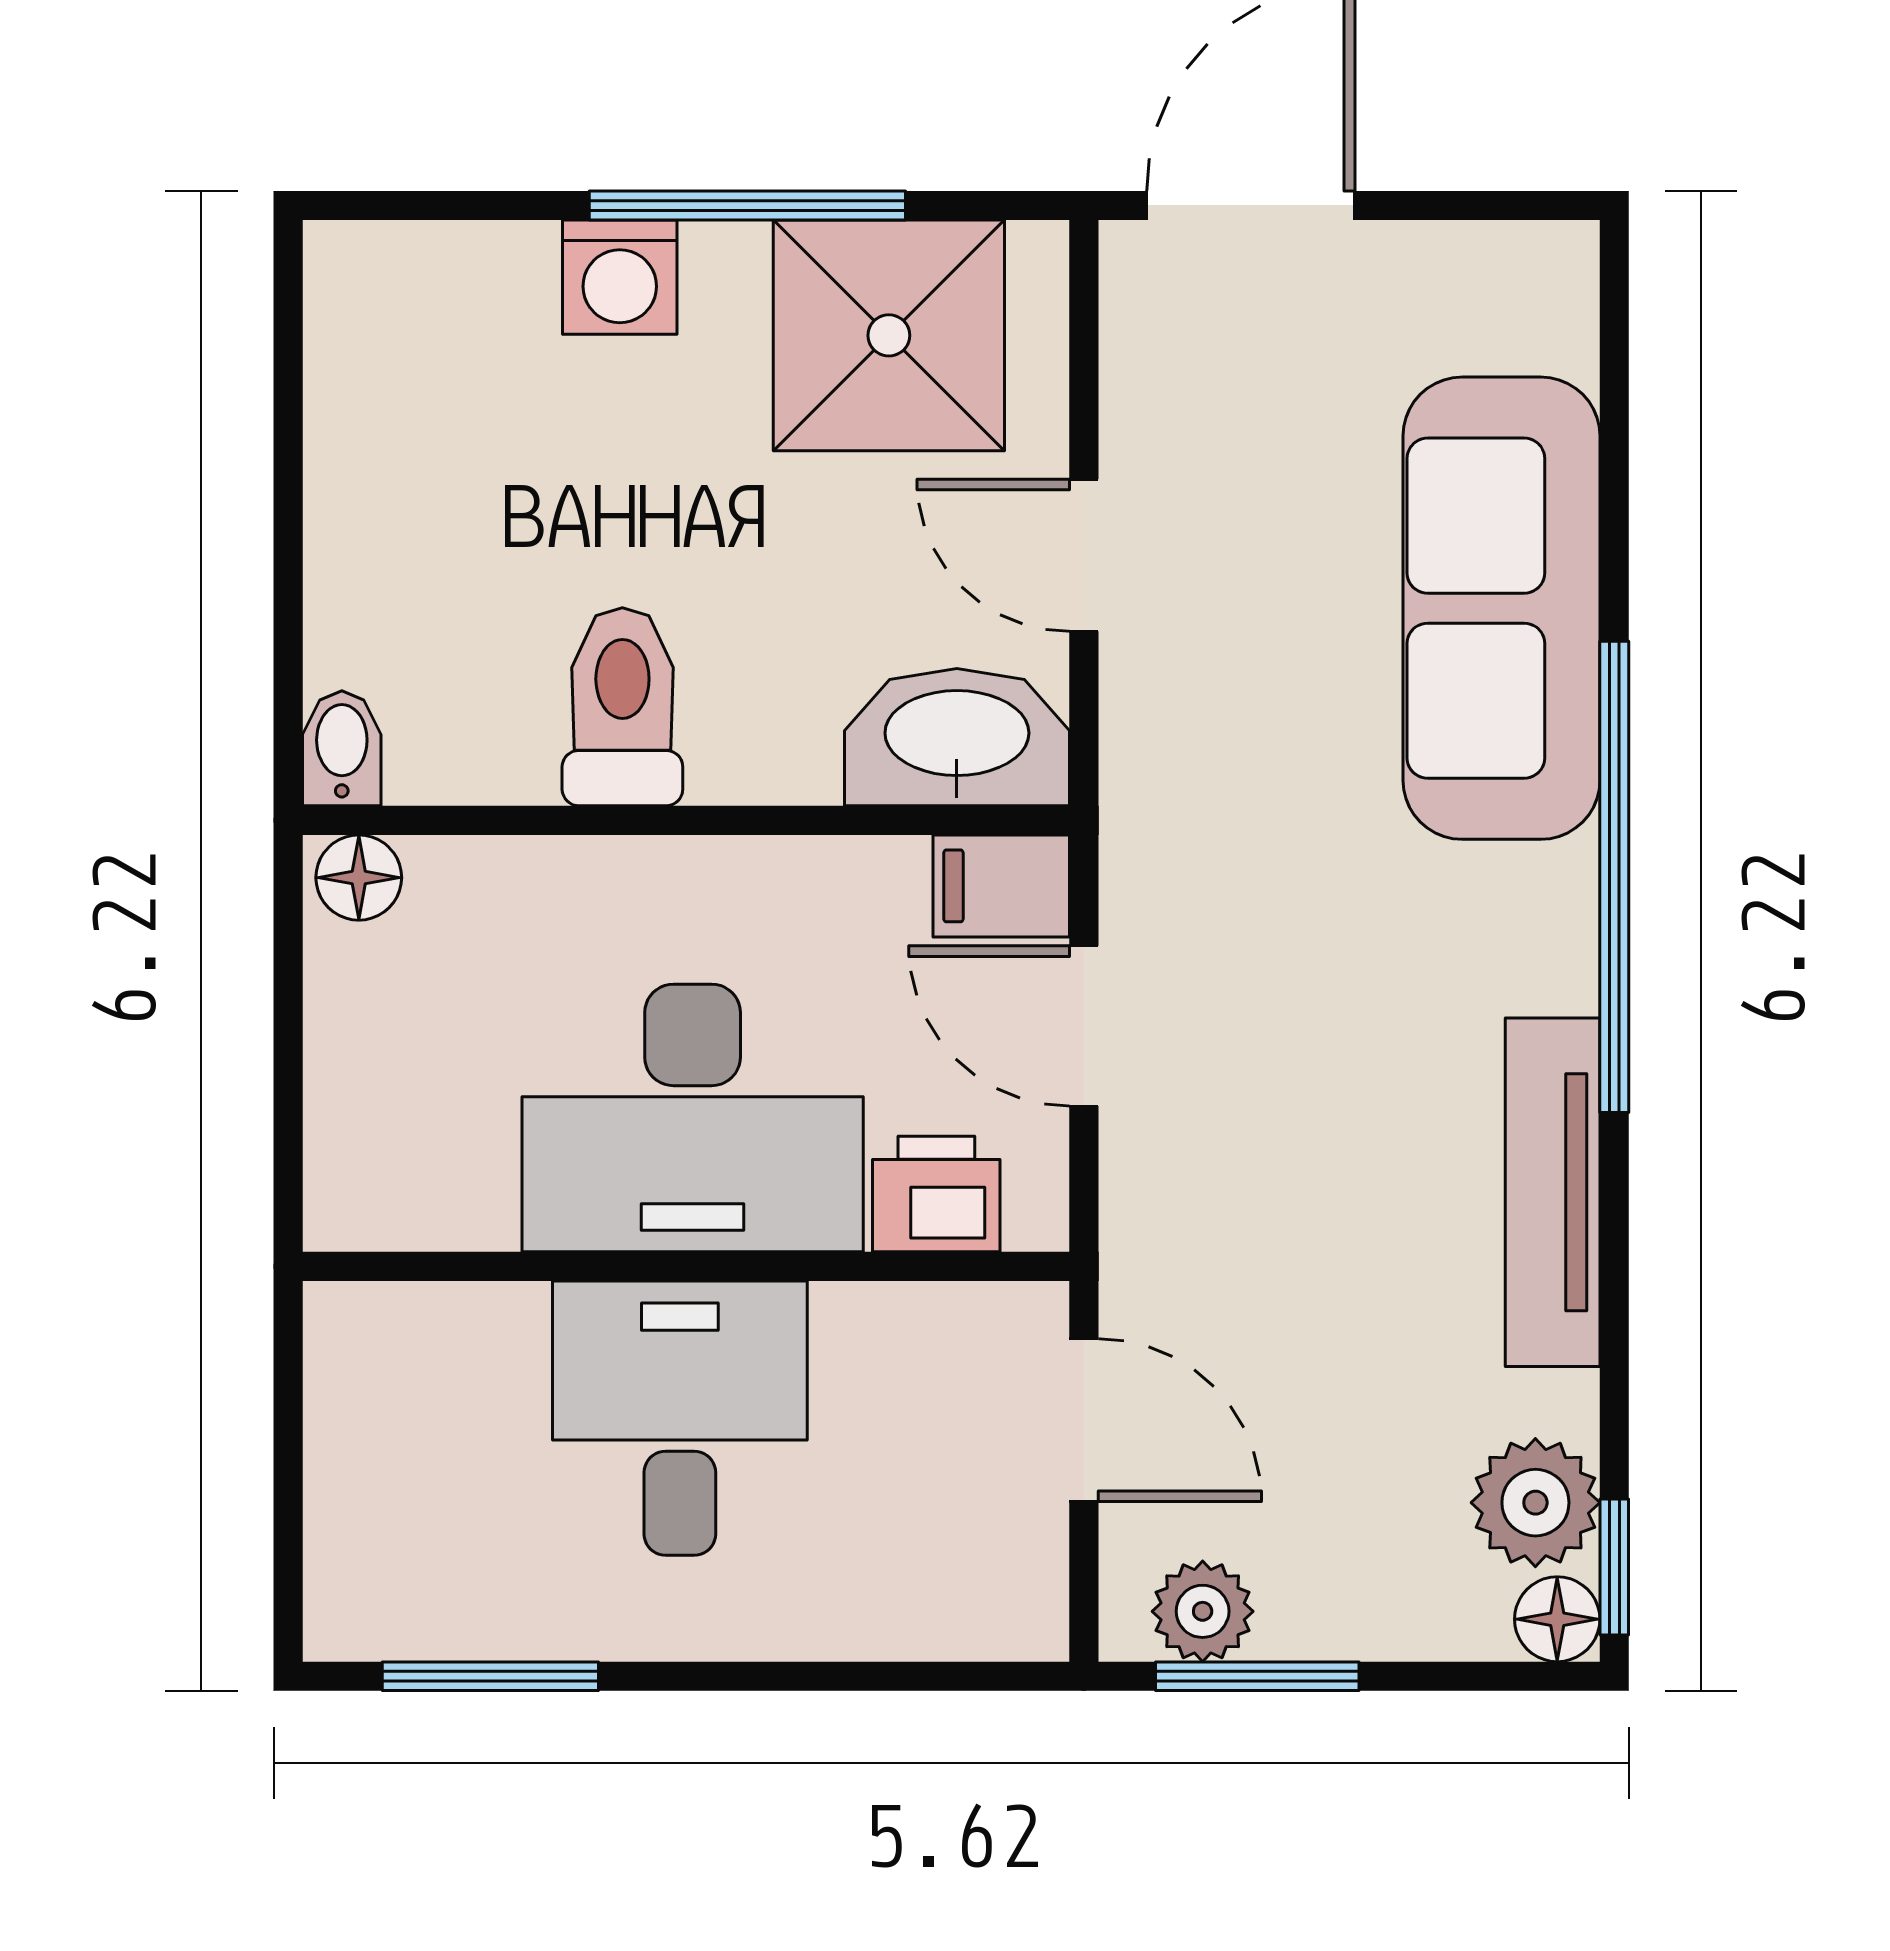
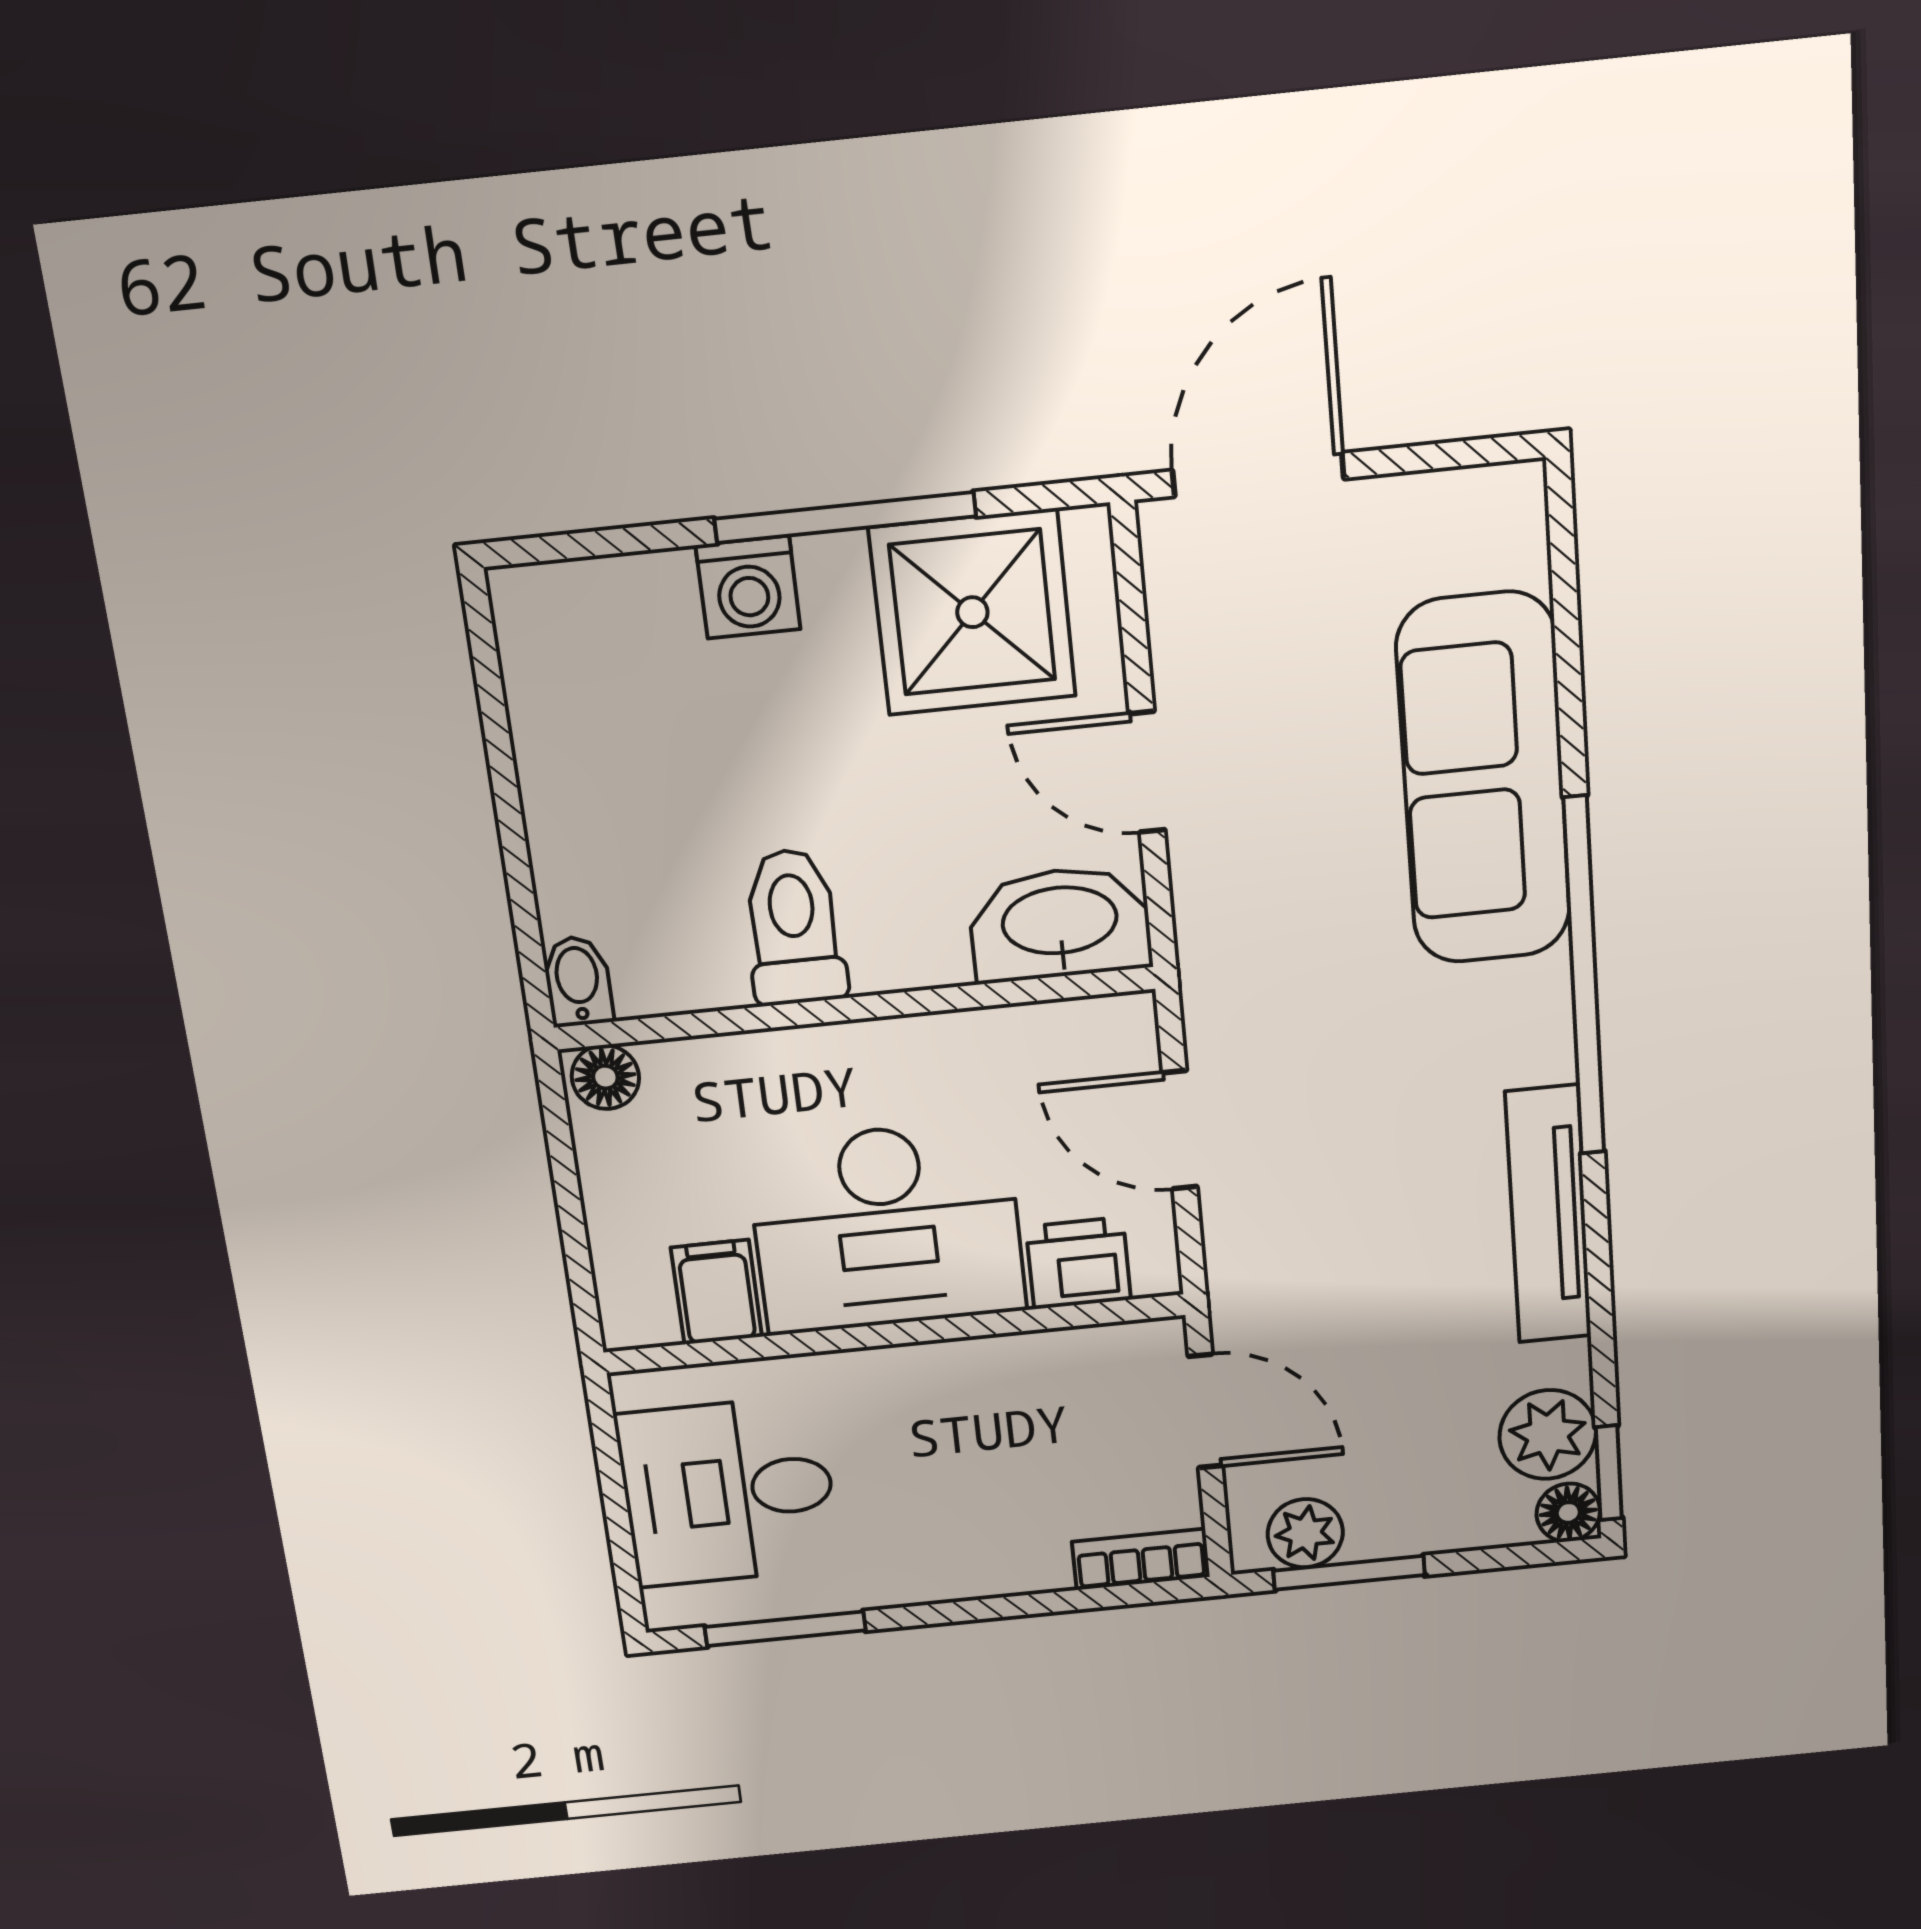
filing cabinet: (1001, 886) -> (716, 1292), moved, turned 90
desk: (680, 1418) -> (728, 1492), moved, turned -90
bookcase: (979, 1626) -> (1141, 1559), added

